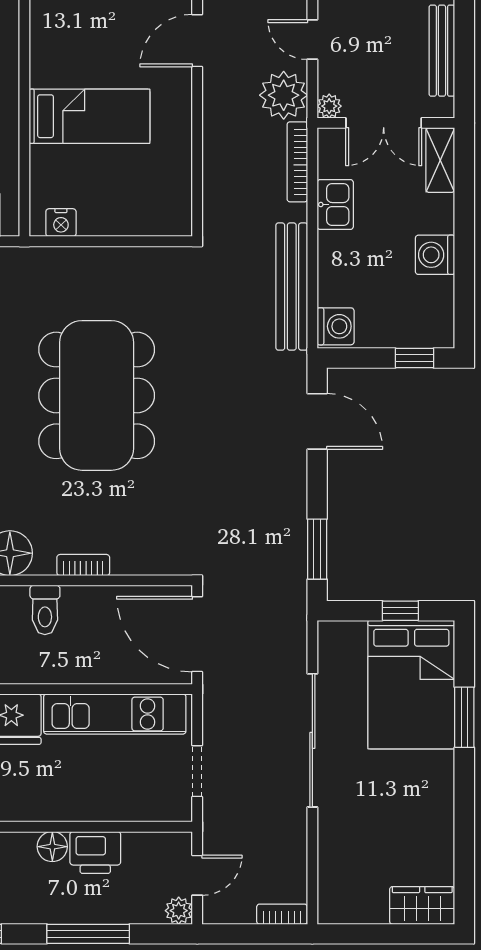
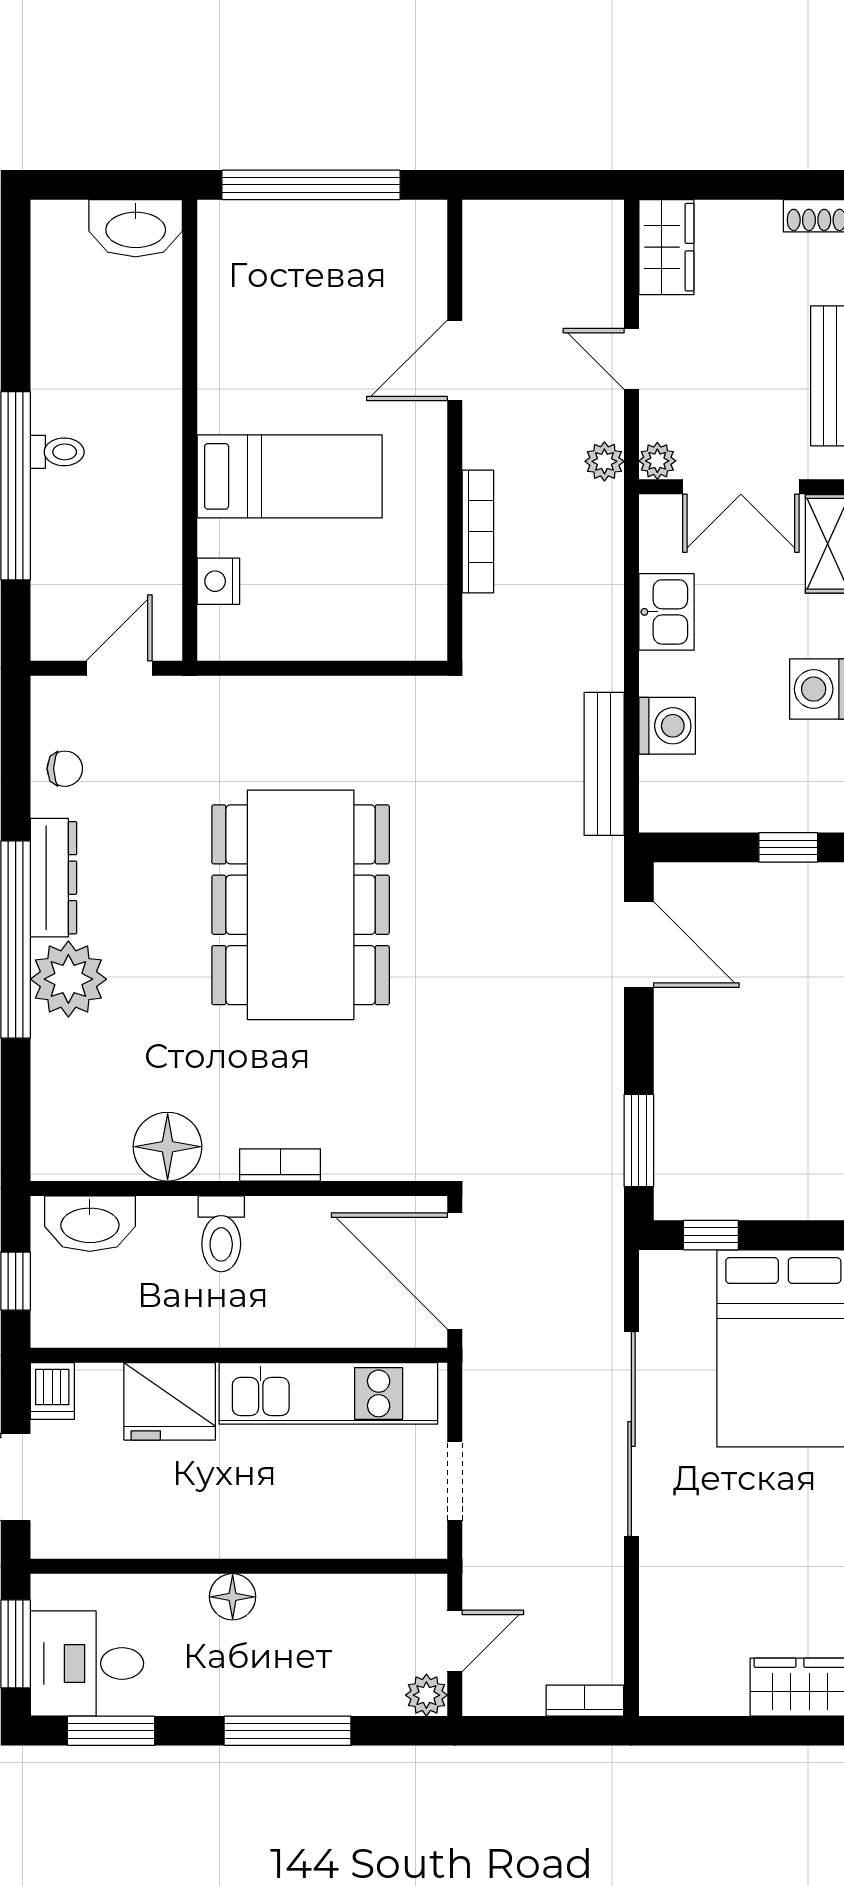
plant: (284, 95) -> (604, 461), width x0.53, depth x0.53
bookcase: (297, 162) -> (478, 532), moved, turned 180
nightstand: (61, 223) -> (218, 581), moved, turned 90
bench: (292, 287) -> (604, 764), width x0.73, depth x0.82
washing machine: (336, 326) -> (667, 726), moved
window: (400, 611) -> (711, 1235), moved
printer: (95, 852) -> (298, 1606), removed

